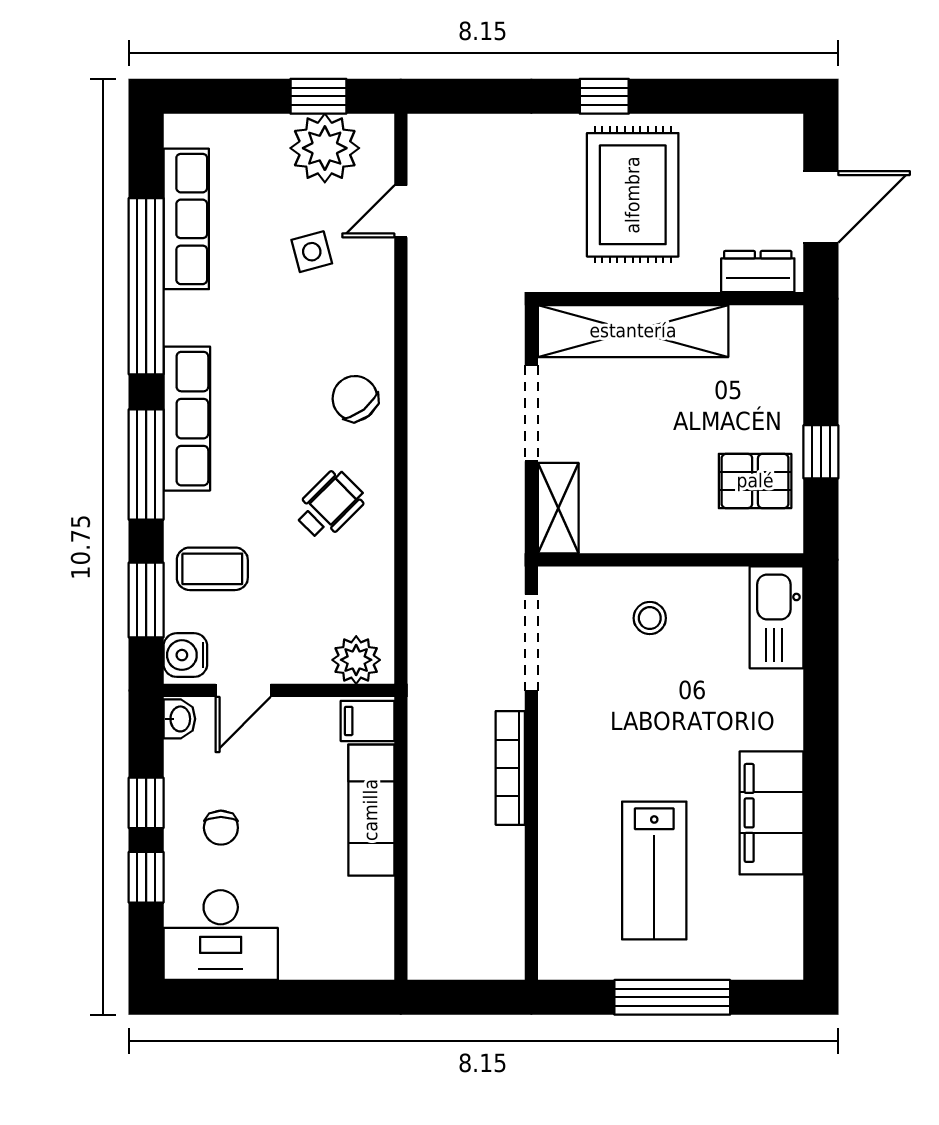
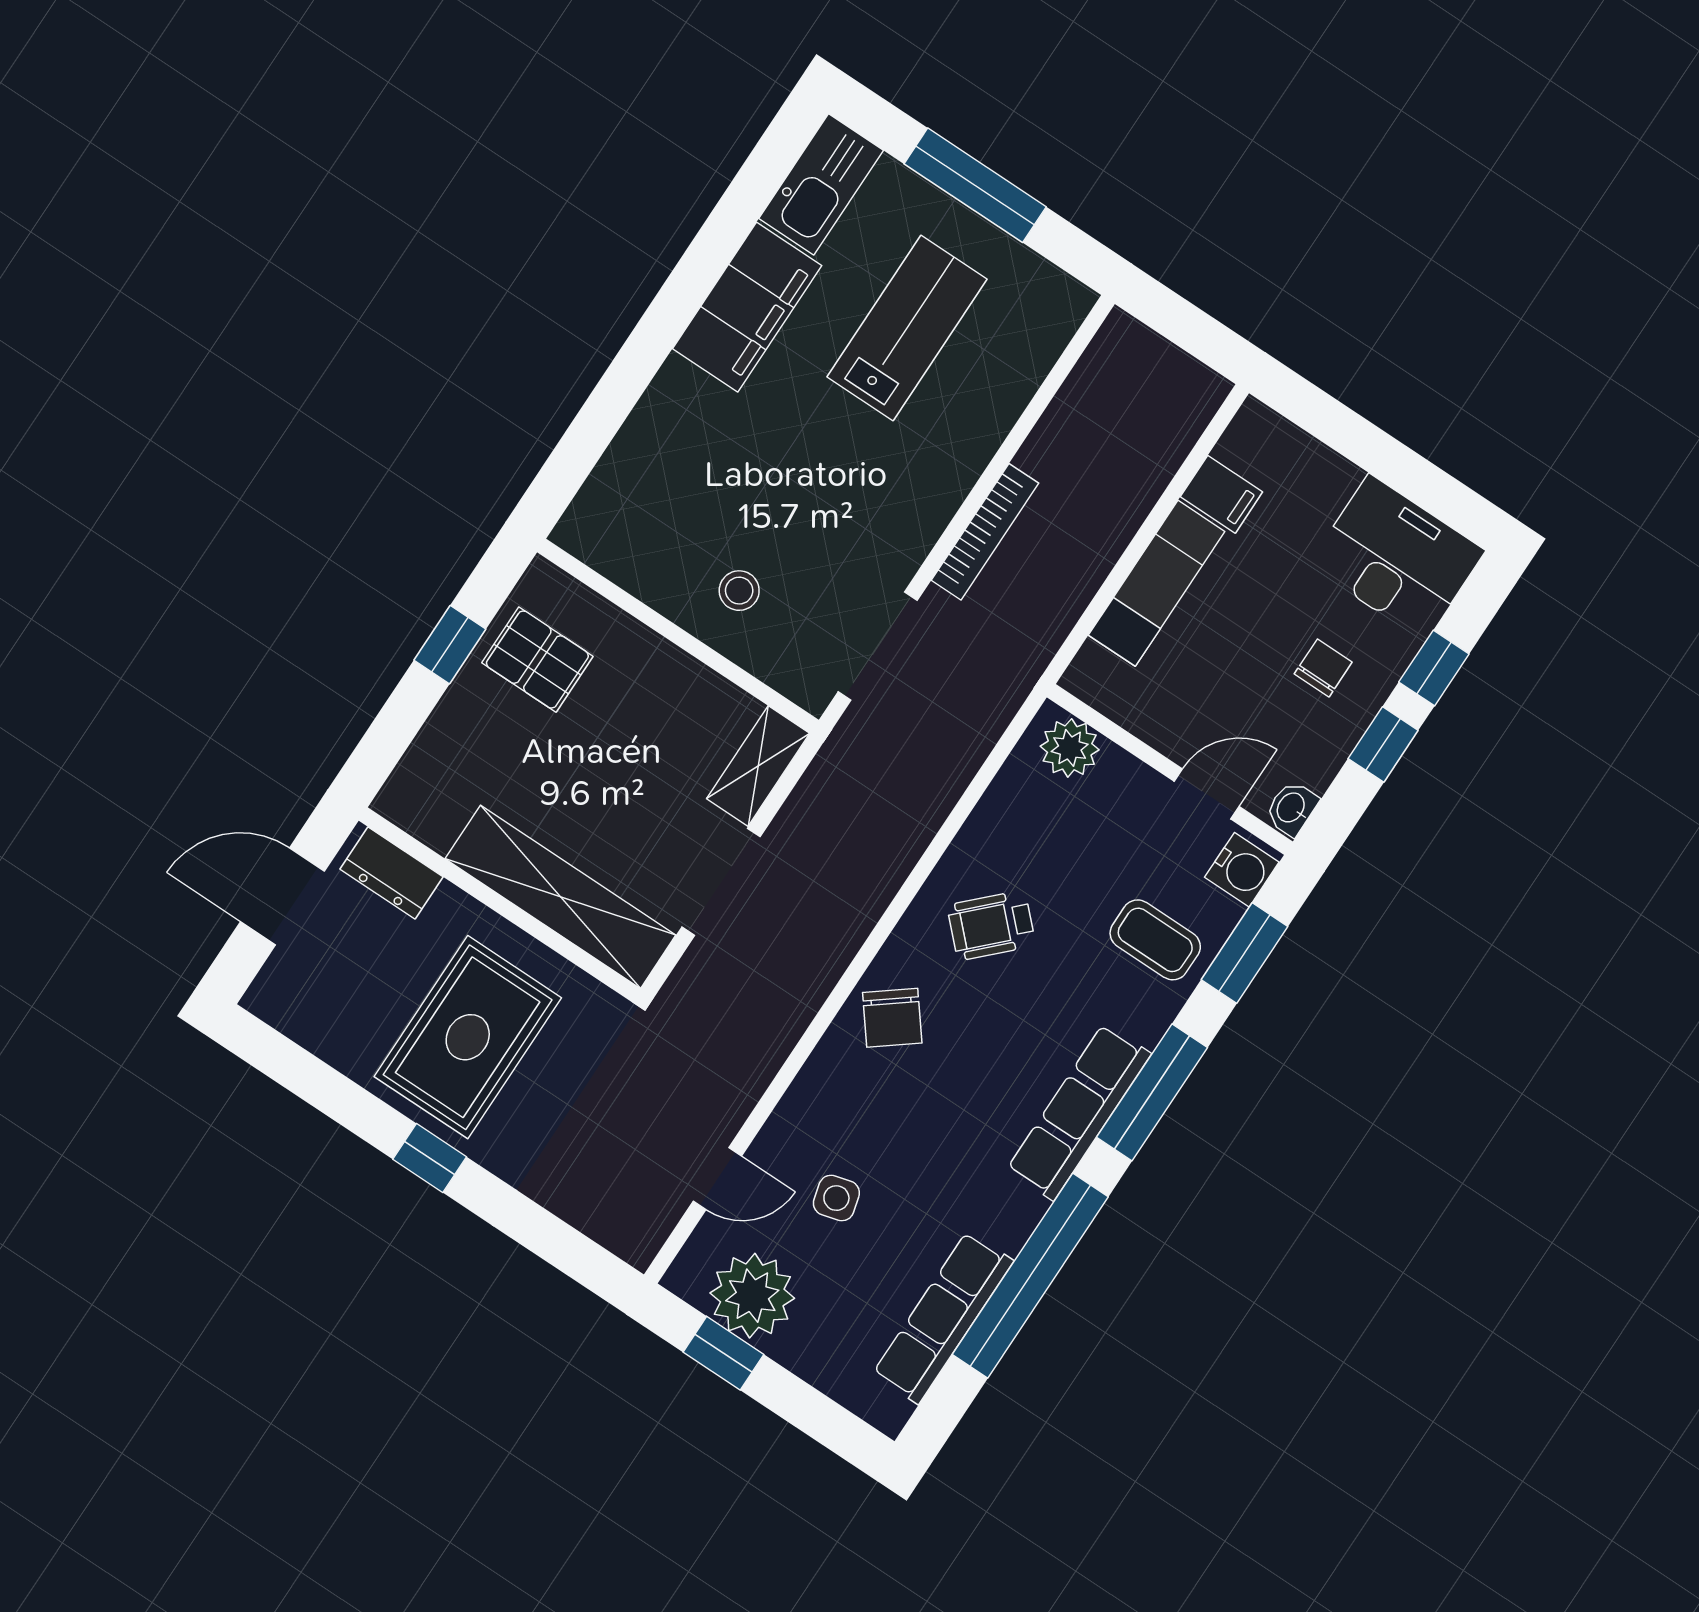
kitchen sink: (777, 617) -> (821, 184), moved
filing cabinet: (367, 721) -> (1221, 494), moved

